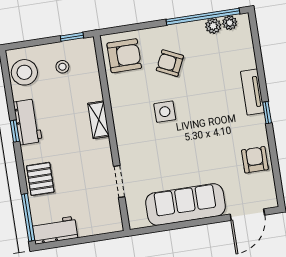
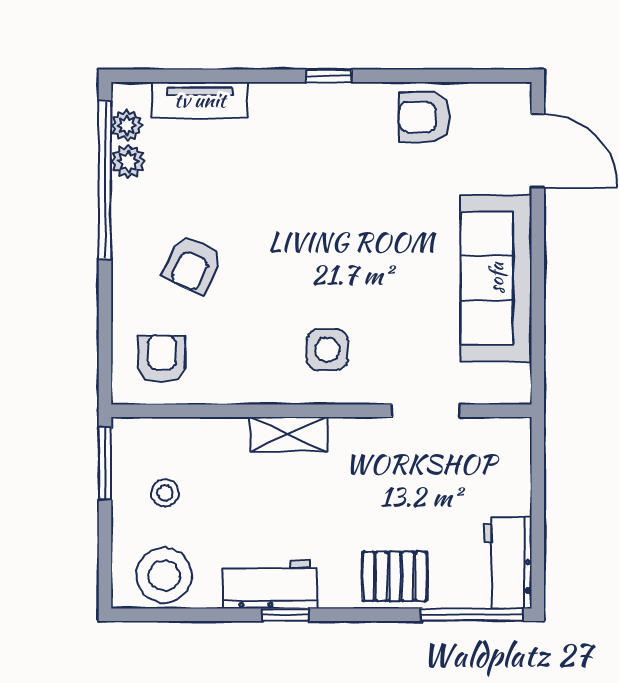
window: (72, 37) -> (105, 463), width x1.50
armchair: (124, 56) -> (162, 359), width x0.72, depth x0.72
tv unit: (252, 92) -> (200, 100), moved
side table: (165, 112) -> (327, 350), moved

